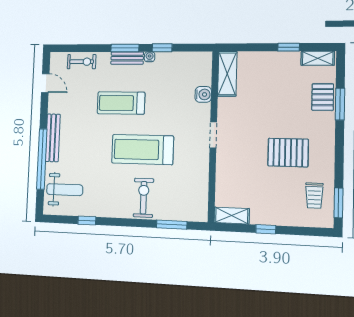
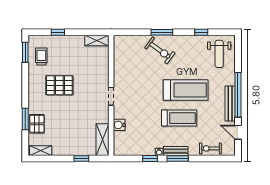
window: (289, 47) -> (81, 158), moved
bench: (53, 138) -> (230, 104), moved
treadmill: (142, 150) -> (186, 90), moved
window: (42, 159) -> (238, 95), moved
weight bench: (65, 190) -> (219, 54), turned -90
exercise bike: (143, 198) -> (160, 50), turned -54
window: (172, 225) -> (162, 32), moved
window: (266, 229) -> (58, 32), moved

